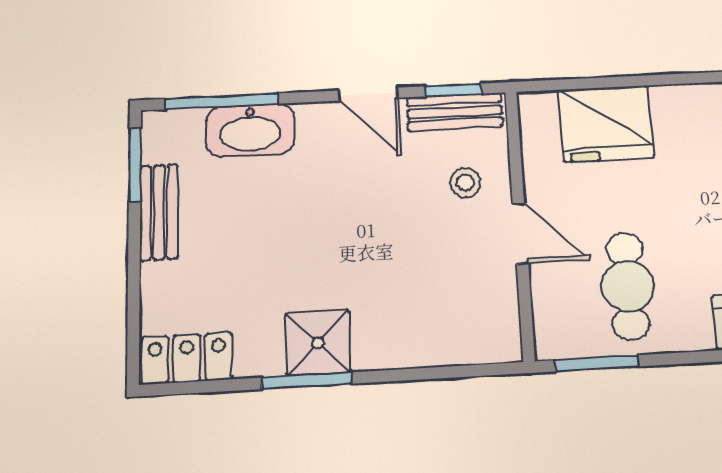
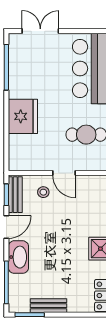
fridge: (606, 124) -> (23, 116), moved
washbasin: (250, 130) -> (18, 257), moved
door: (520, 233) -> (64, 173), swing flipped

